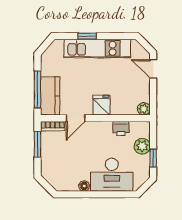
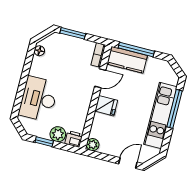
window: (87, 36) -> (175, 109), width x2.17
door: (75, 118) -> (100, 78), swing flipped
printer: (121, 128) -> (74, 139), moved, turned 90
window: (37, 144) -> (73, 33), moved
floor lamp: (84, 186) -> (39, 51), moved

